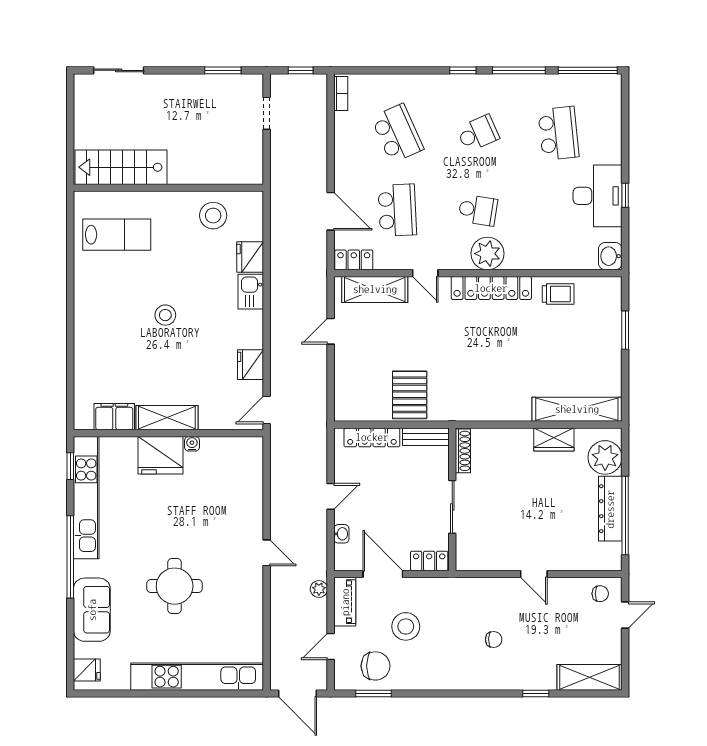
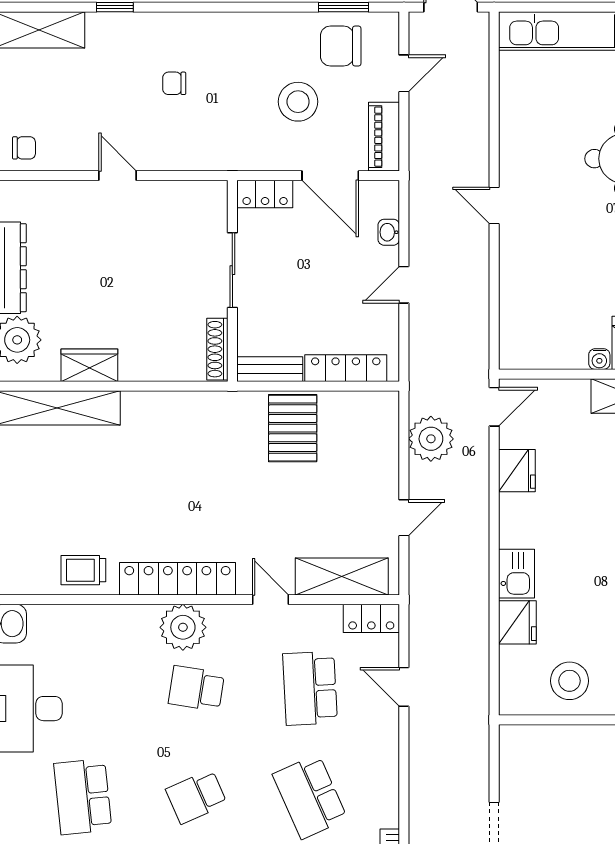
door: (331, 211) -> (404, 687), width x0.73
plant: (319, 589) -> (431, 439), moved, width x1.88, depth x1.88
chair: (600, 594) -> (24, 148), turned 180

